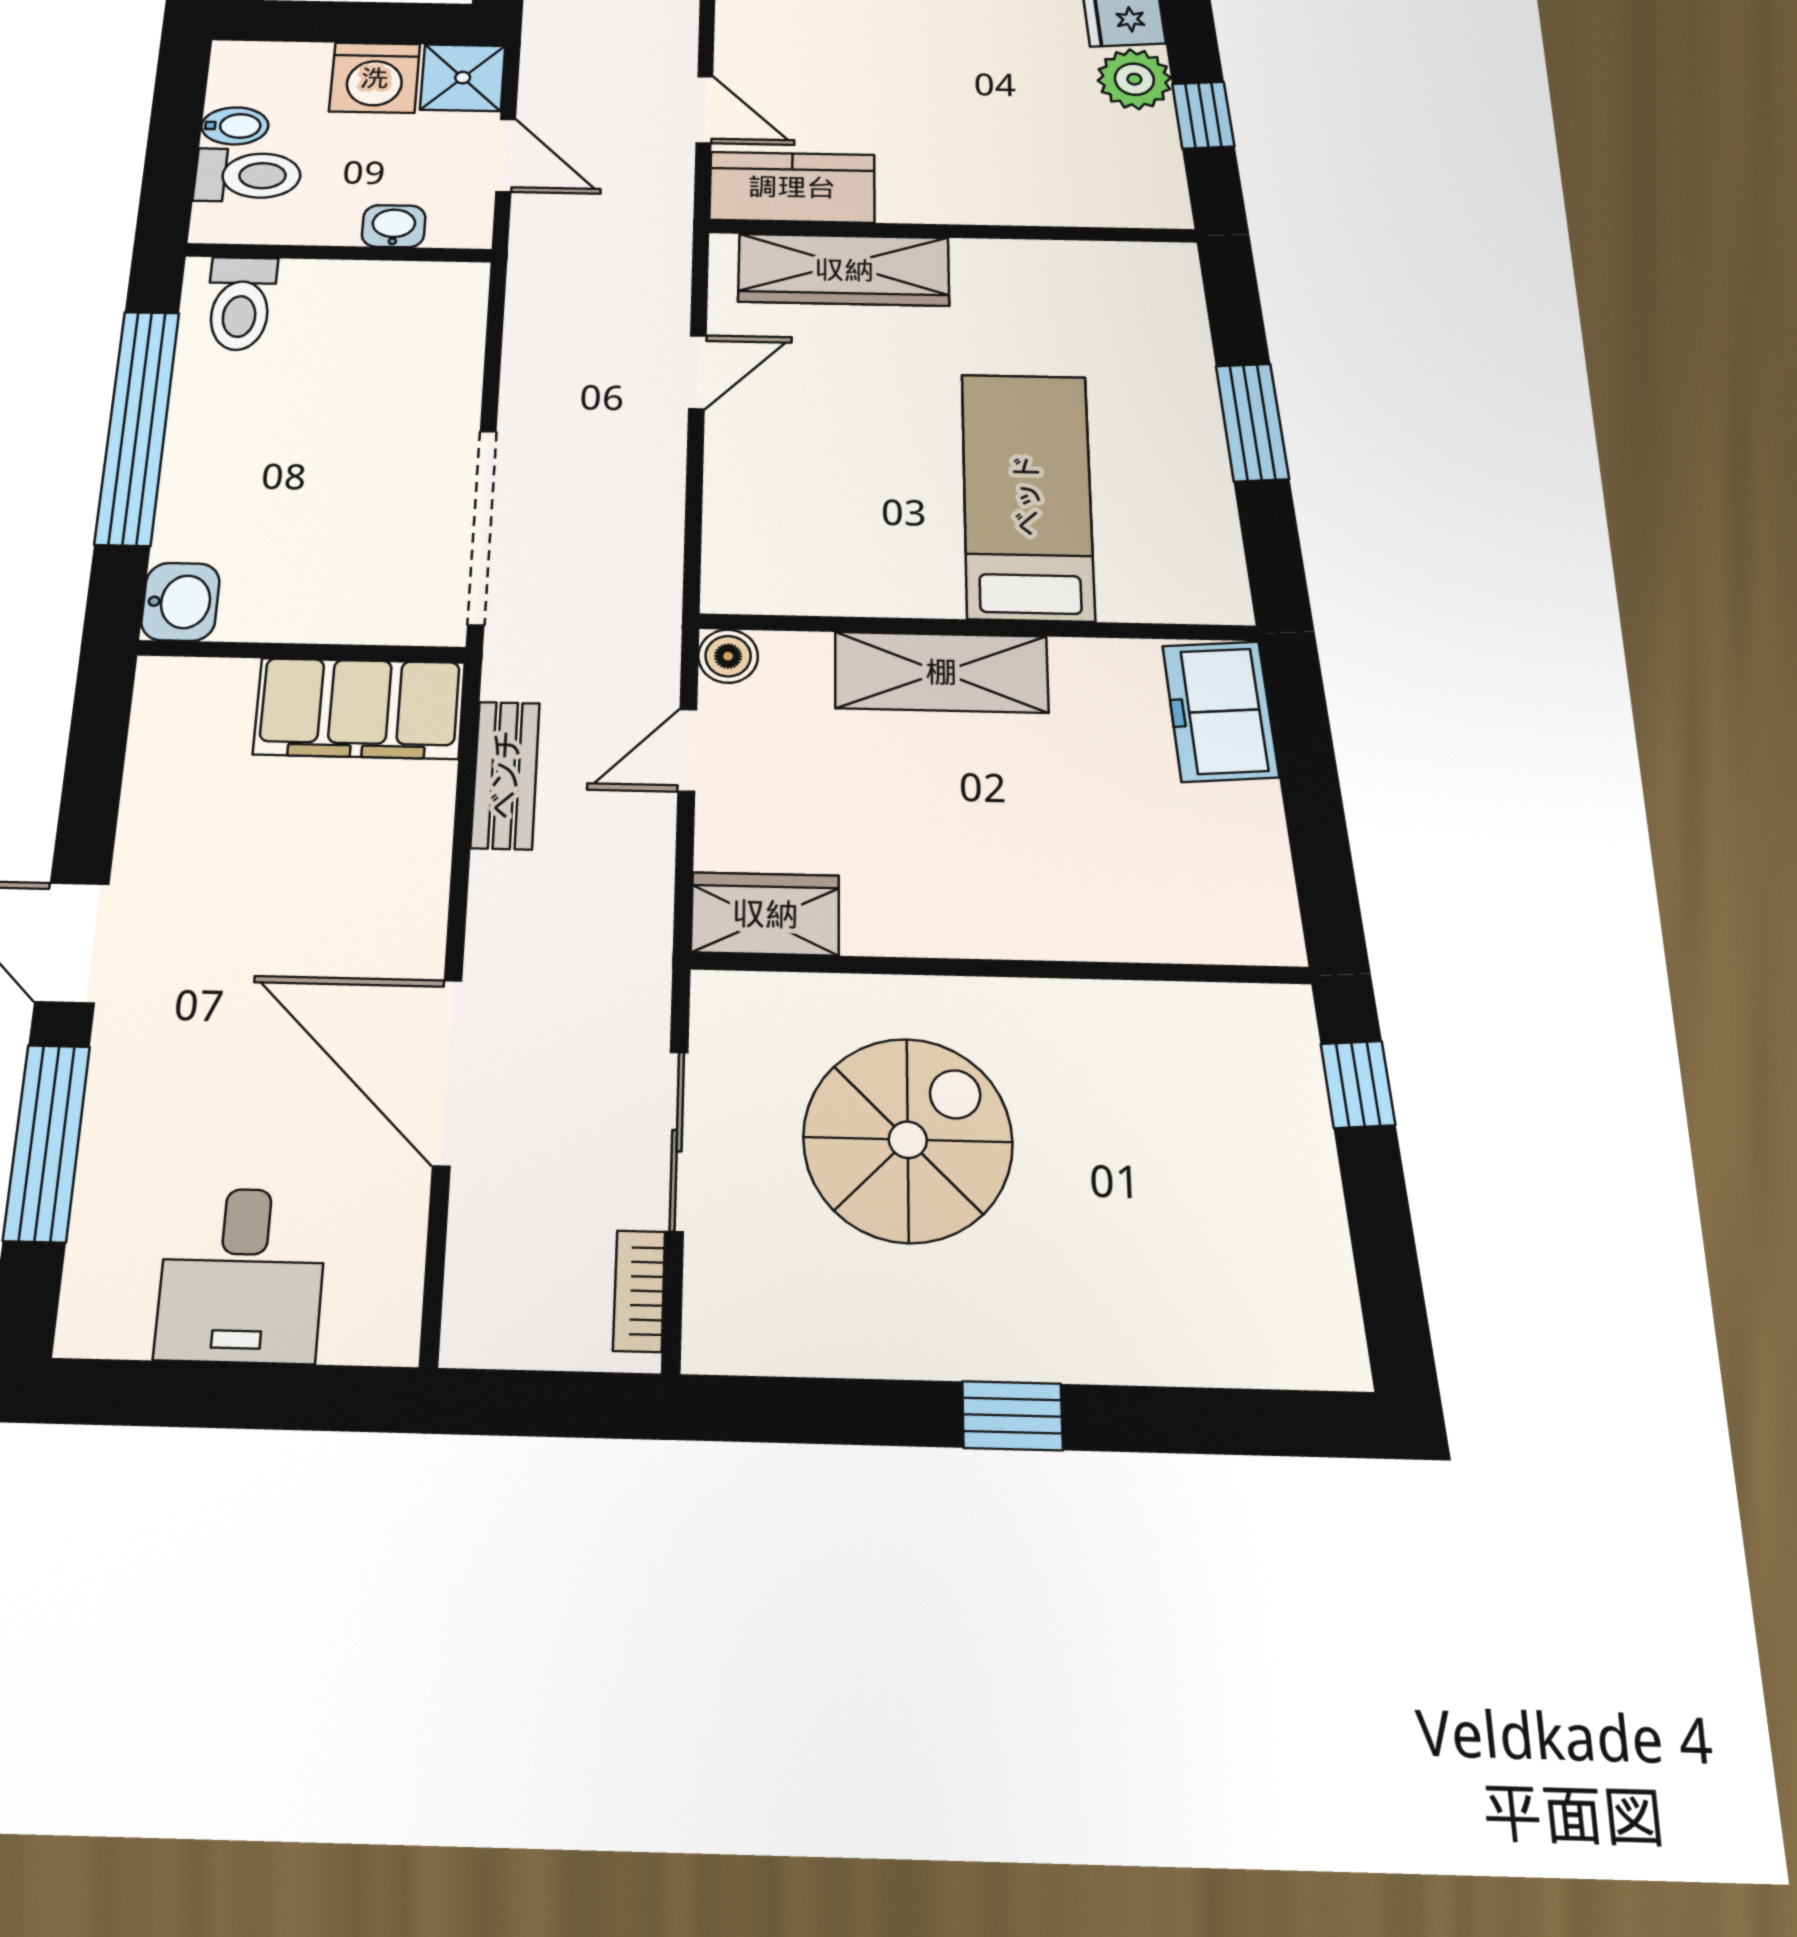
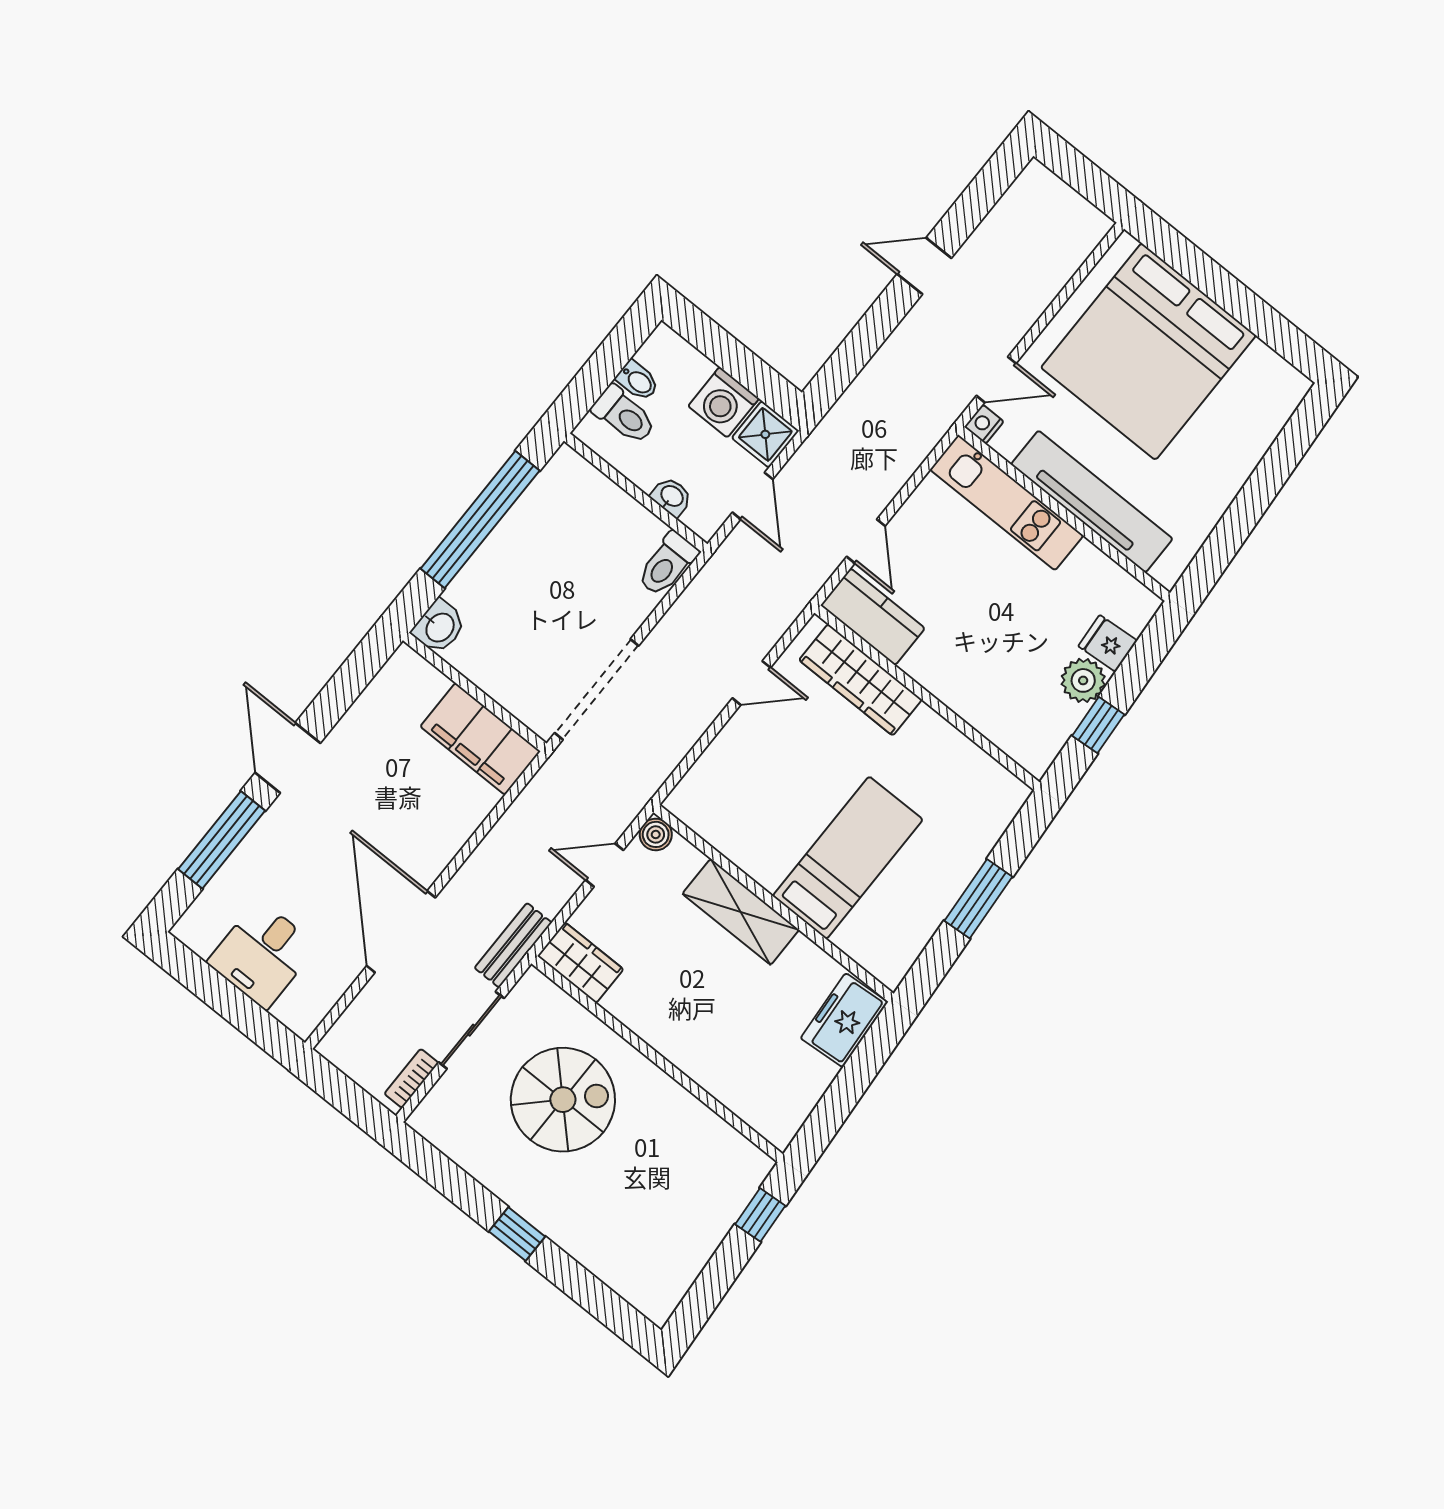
toilet: (240, 304) -> (667, 564), moved
bench: (505, 775) -> (513, 945), moved

